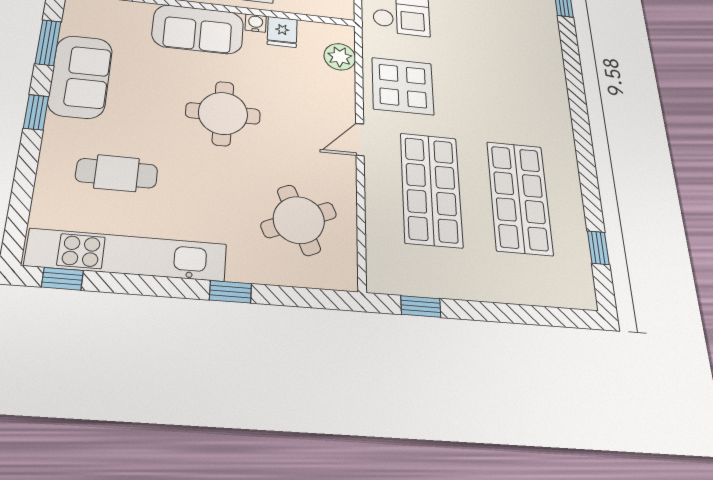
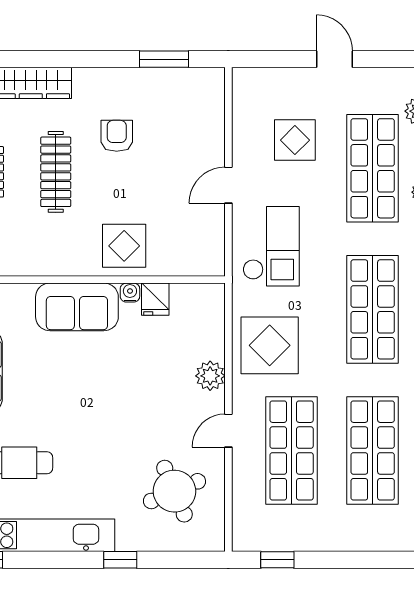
plant: (340, 57) -> (210, 376), moved
shop shelf: (506, 65) -> (373, 309), added
round table: (223, 113) -> (105, 394), removed
door: (360, 140) -> (228, 431), moved

